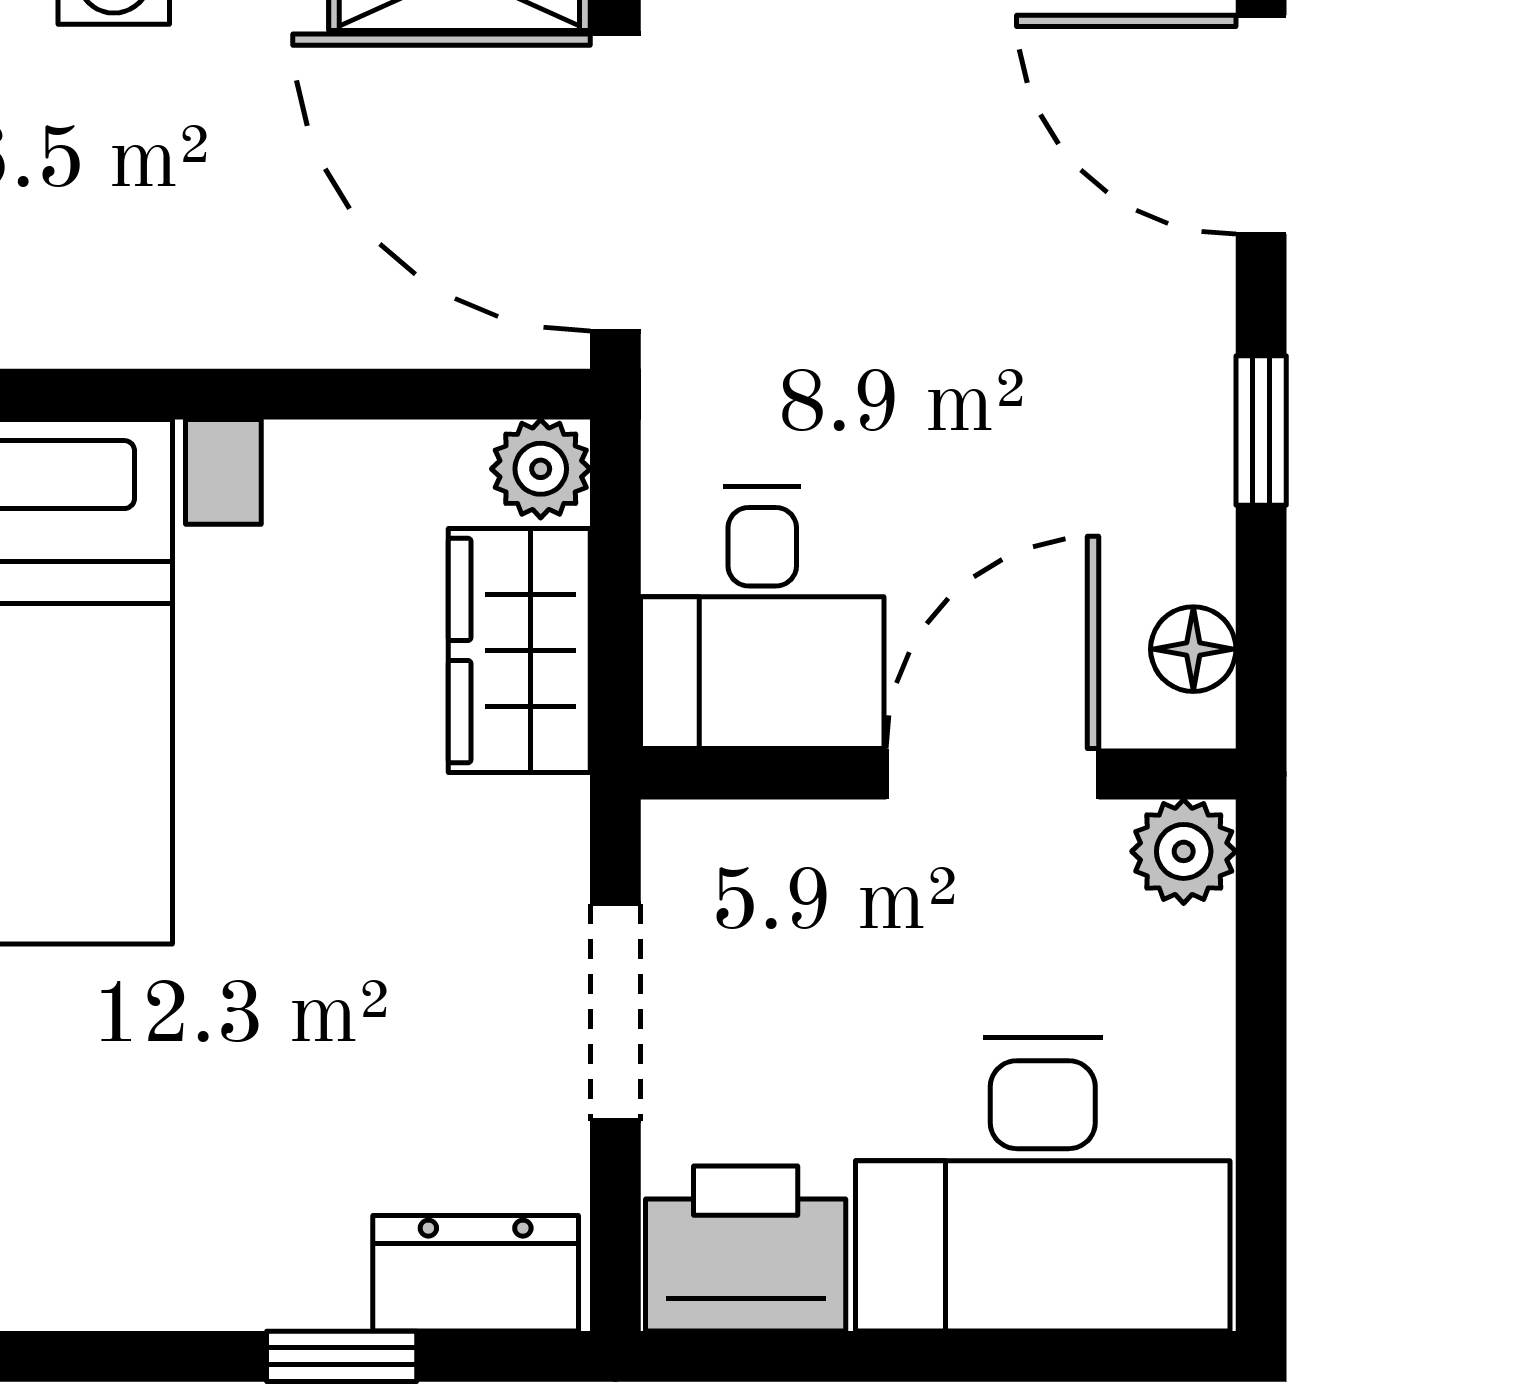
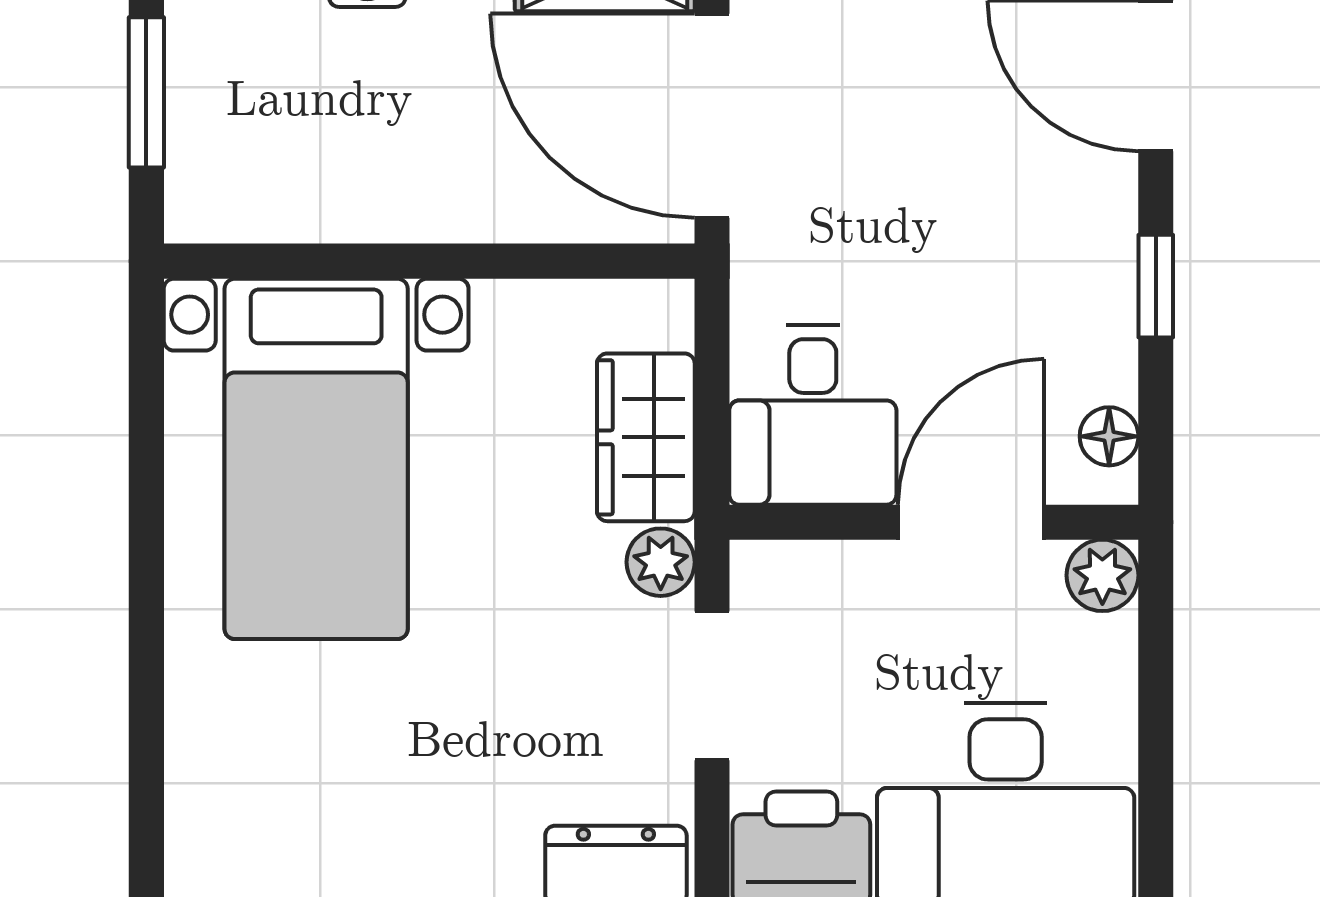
plant: (541, 469) -> (661, 562), moved

